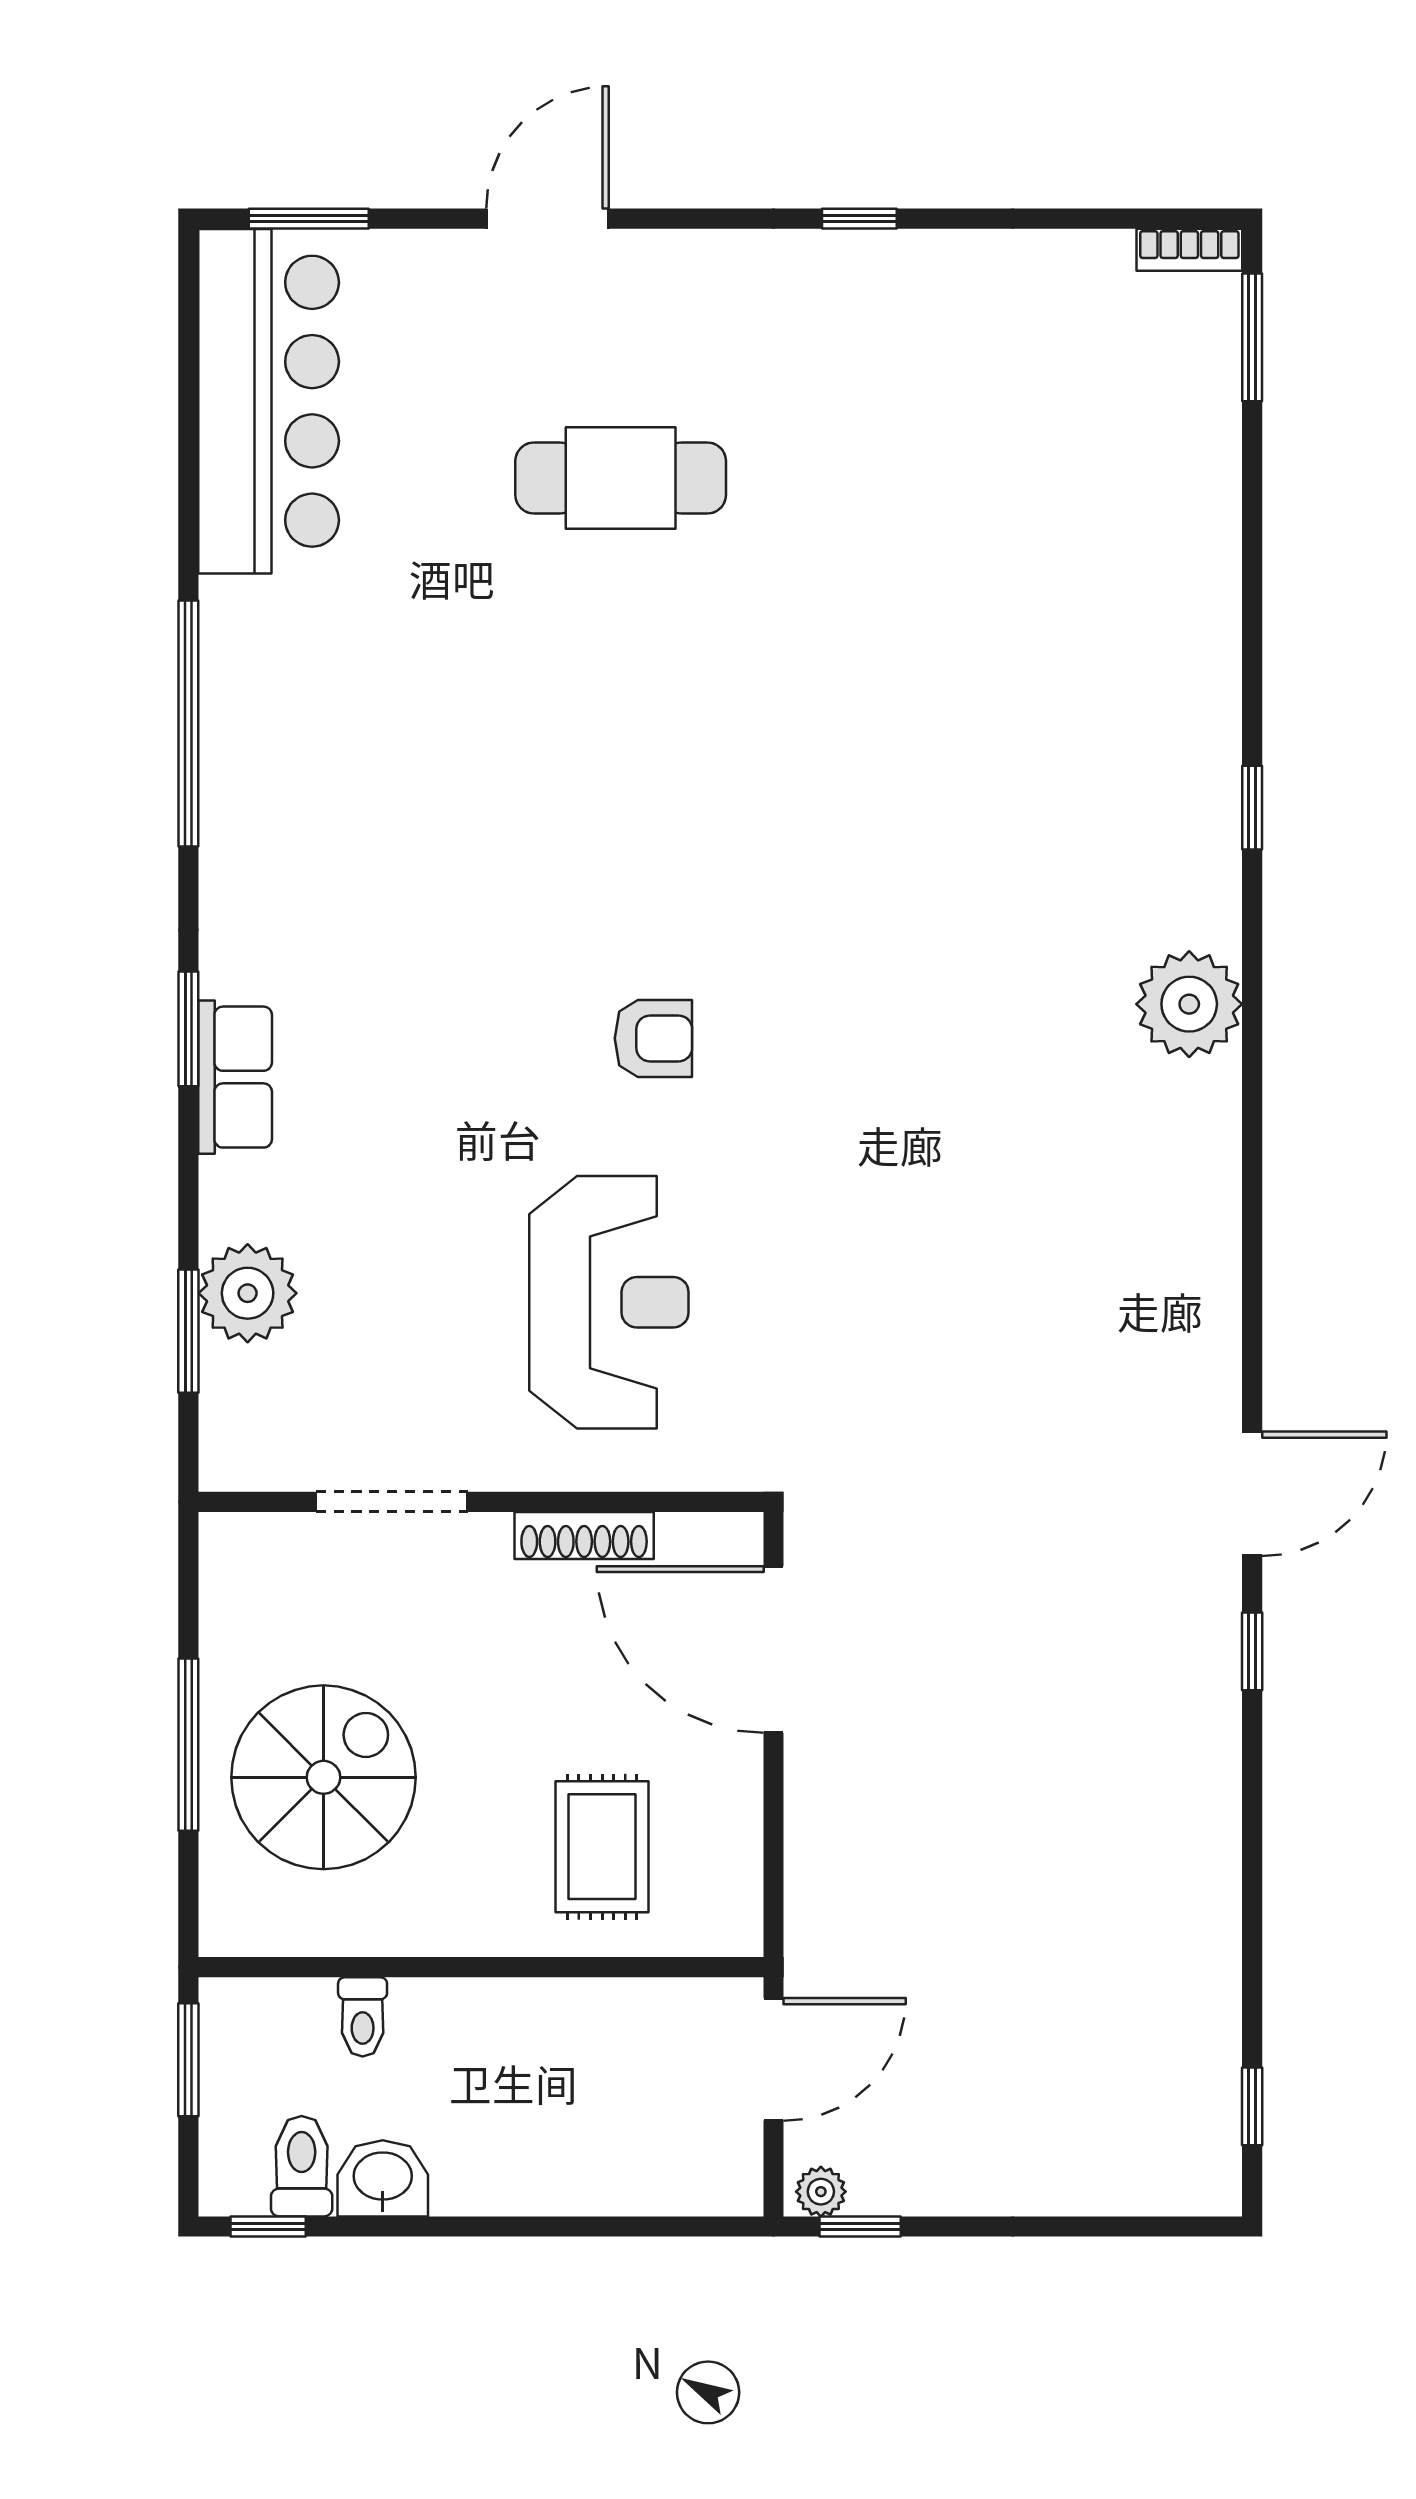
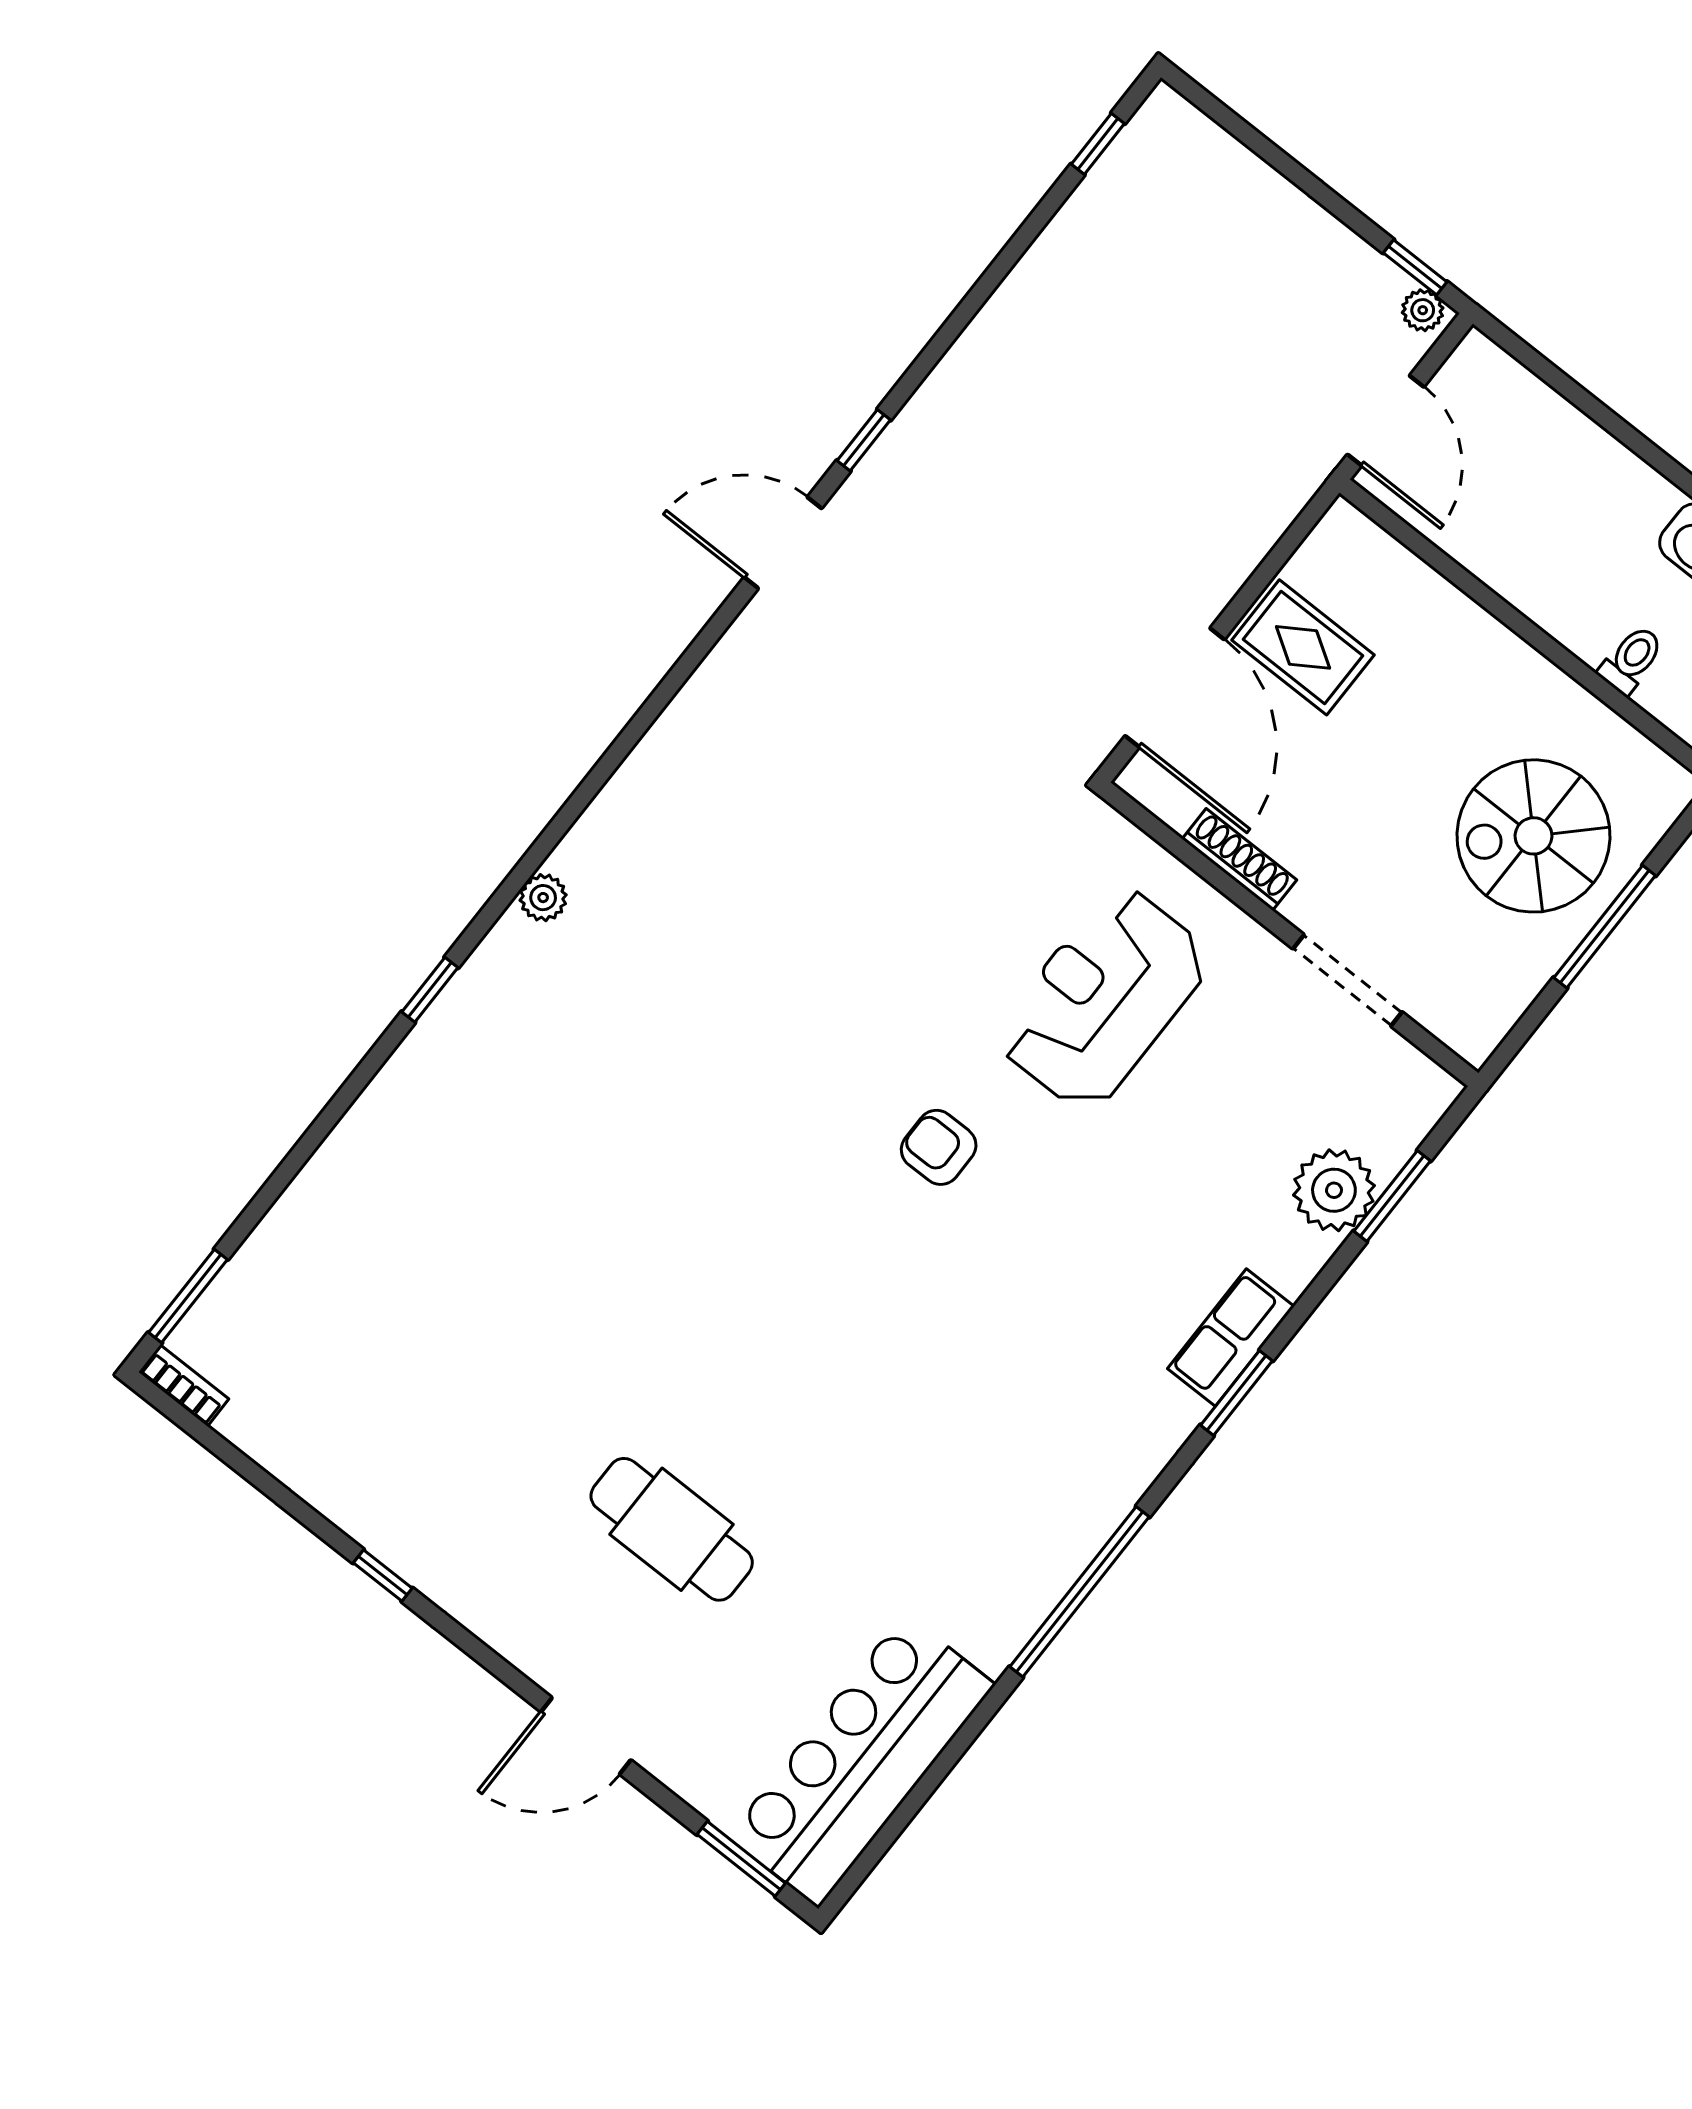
plant: (1189, 1004) -> (543, 898), width x0.53, depth x0.53
rug: (602, 1847) -> (1303, 647), moved, turned 90
door: (773, 2059) -> (1386, 421), swing flipped

